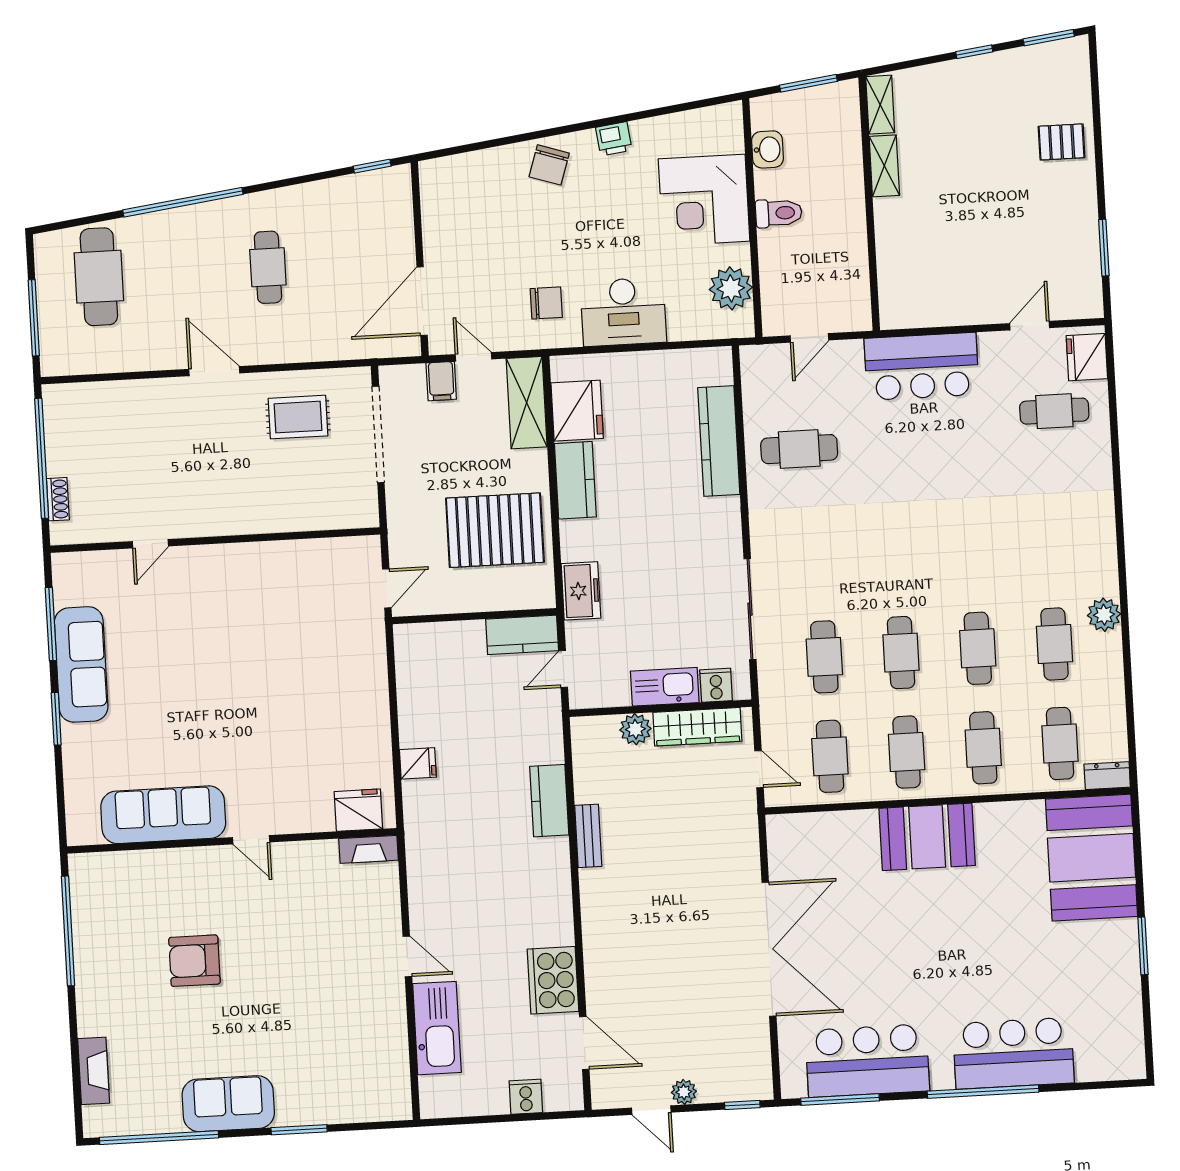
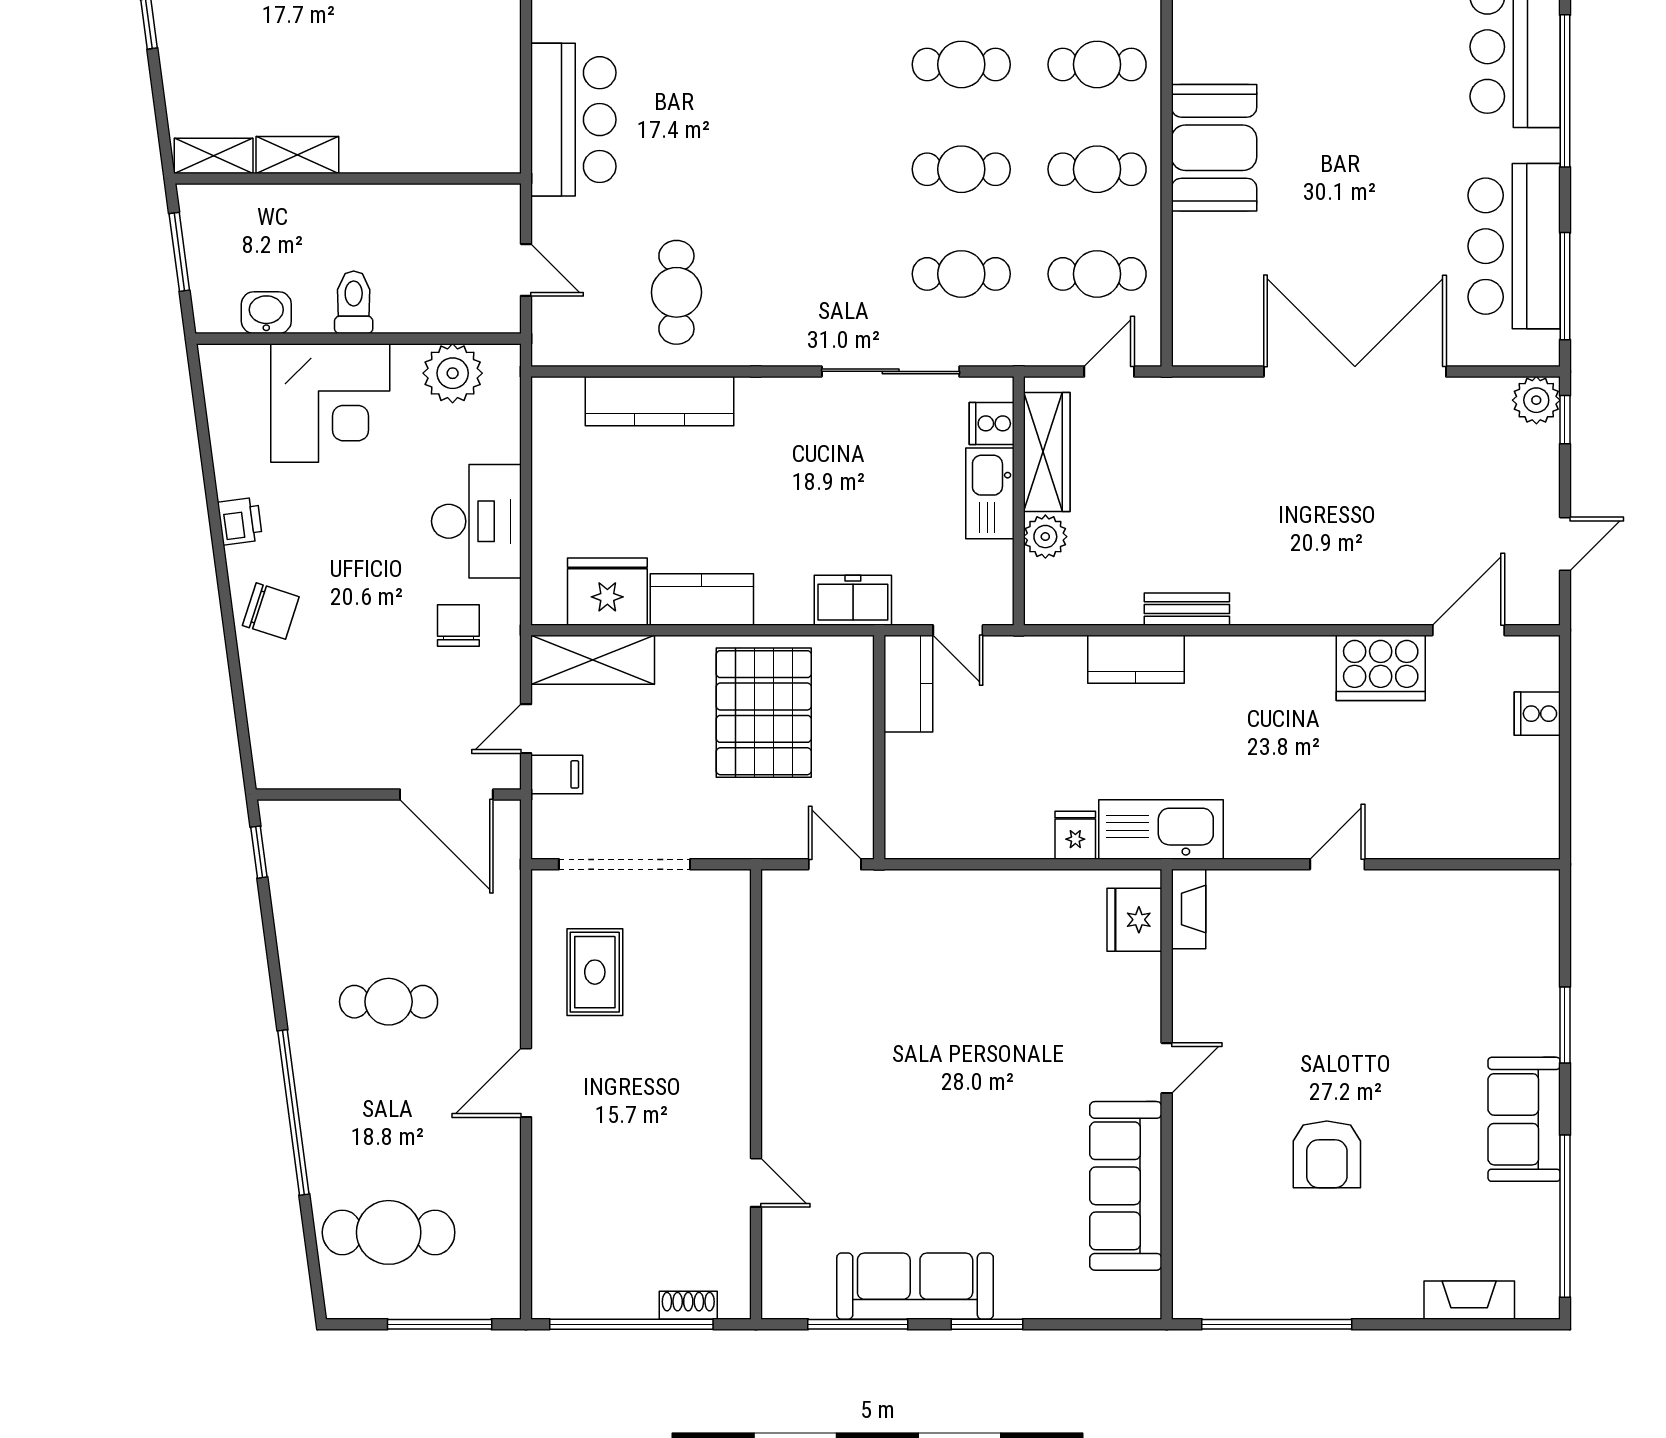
kitchen sink: (437, 1028) -> (1161, 829), moved
plant: (684, 1092) -> (1536, 400), moved, width x1.38, depth x1.38

